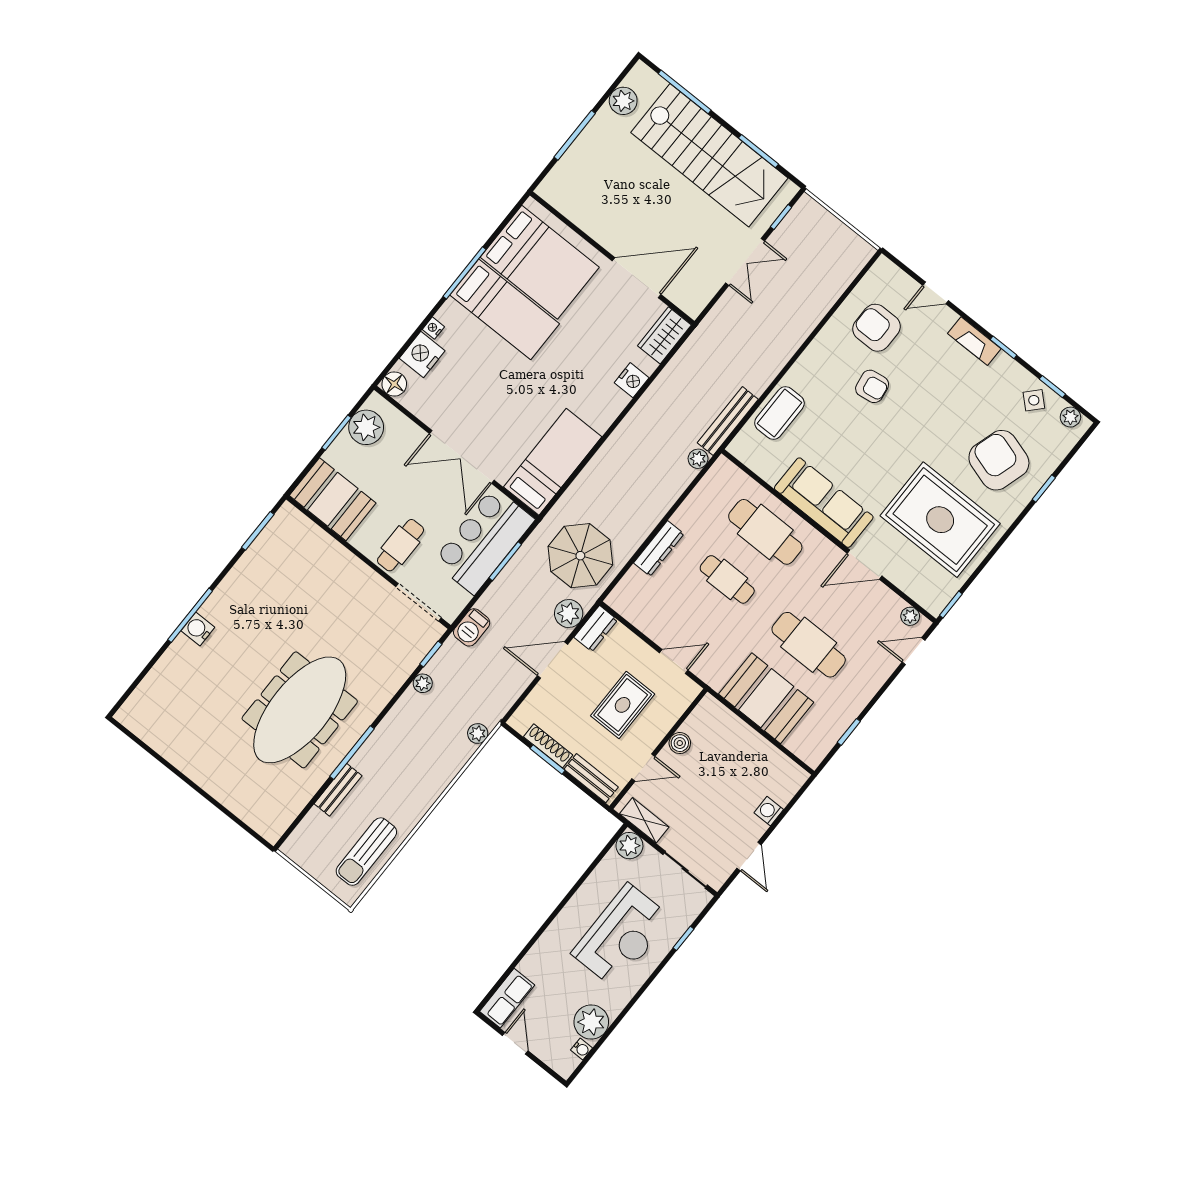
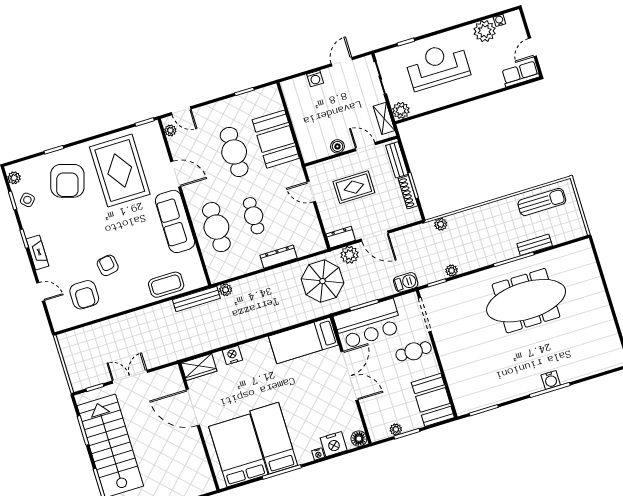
plant: (366, 427) -> (396, 429), width x0.53, depth x0.53

